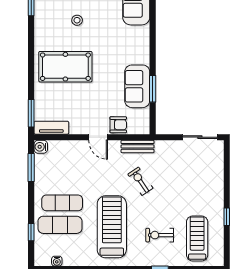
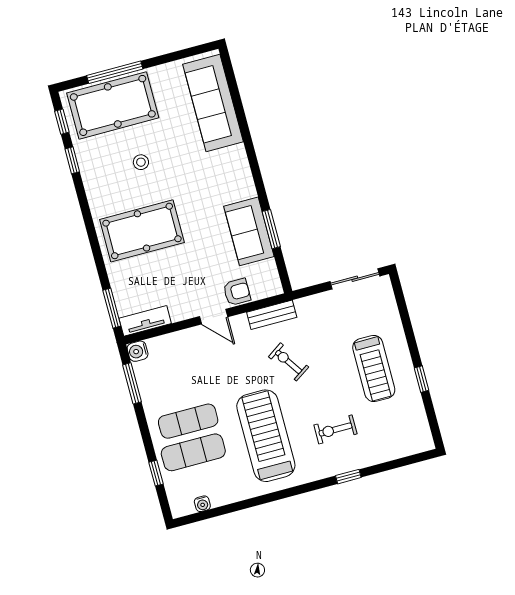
treadmill: (197, 238) -> (374, 368), moved, turned 180

